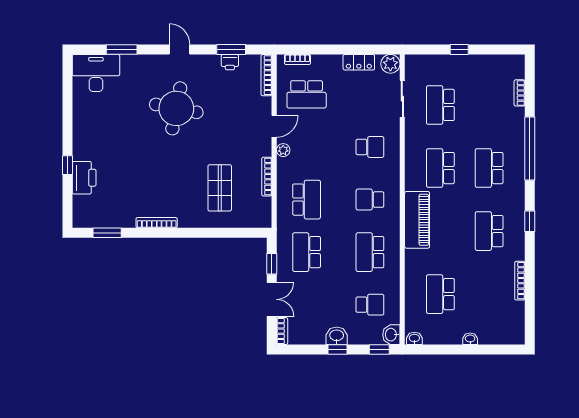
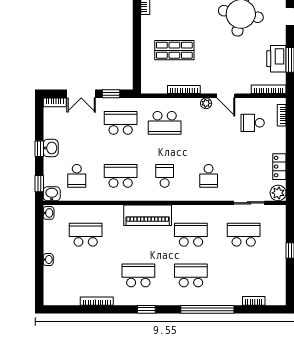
printer: (230, 62) -> (276, 59), width x1.87, depth x1.48
school desk: (307, 94) -> (253, 123), width x0.54

